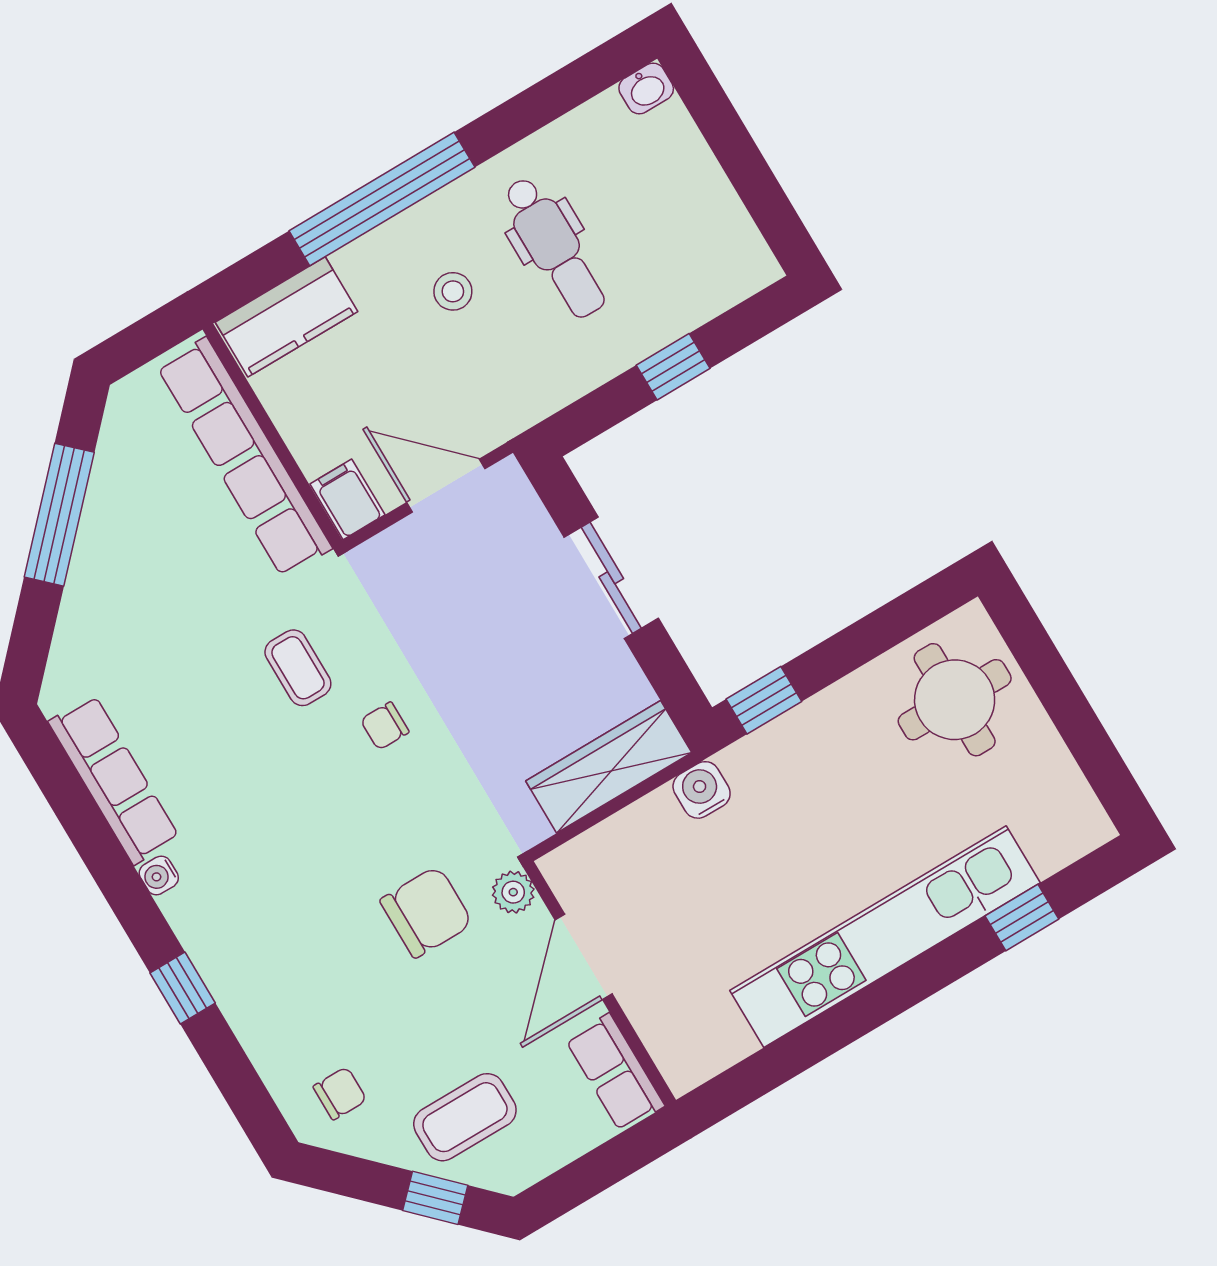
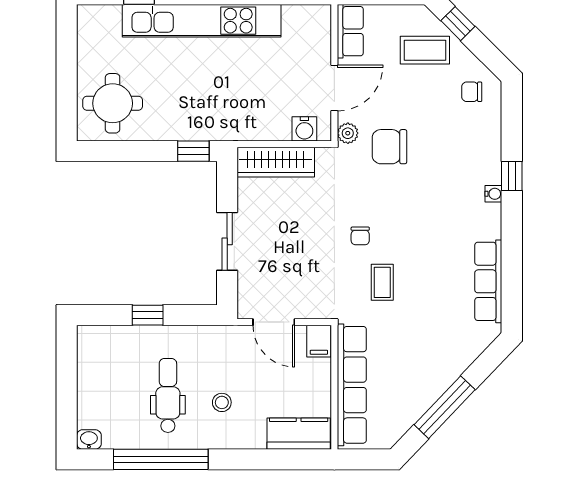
window: (382, 199) -> (161, 459), moved
chair: (385, 726) -> (360, 236), turned 90
water cooler: (702, 790) -> (304, 129), moved
water cooler: (159, 875) -> (493, 194), moved

